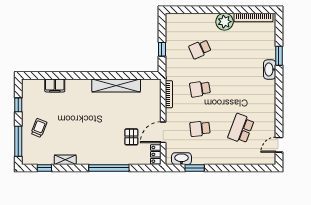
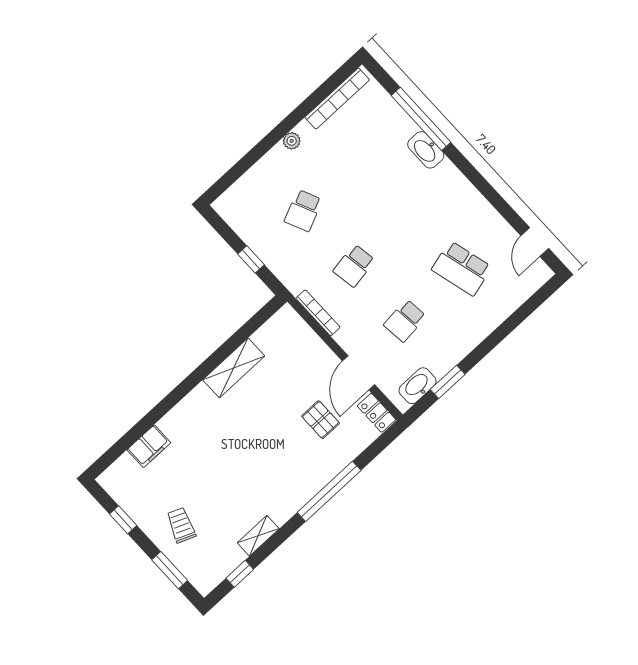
plant: (225, 22) -> (292, 141), width x0.53, depth x0.53
window: (279, 56) -> (421, 119), width x2.11
shelving: (116, 85) -> (234, 368), width x0.68
school desk: (241, 129) -> (462, 268), turned -36
window: (18, 141) -> (170, 570), width x0.69

